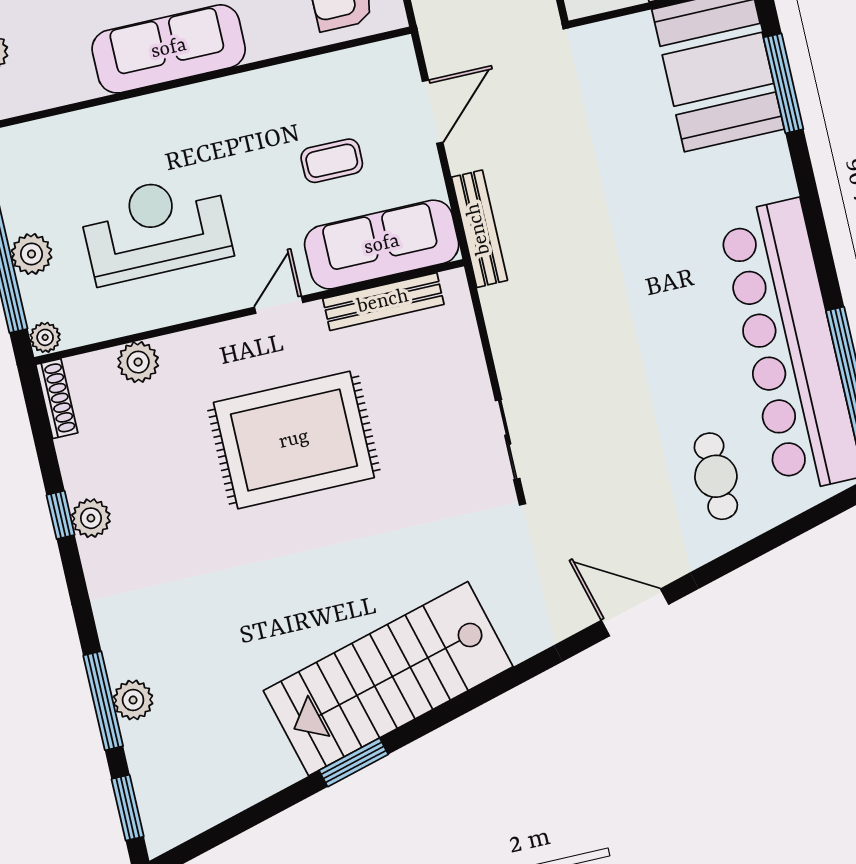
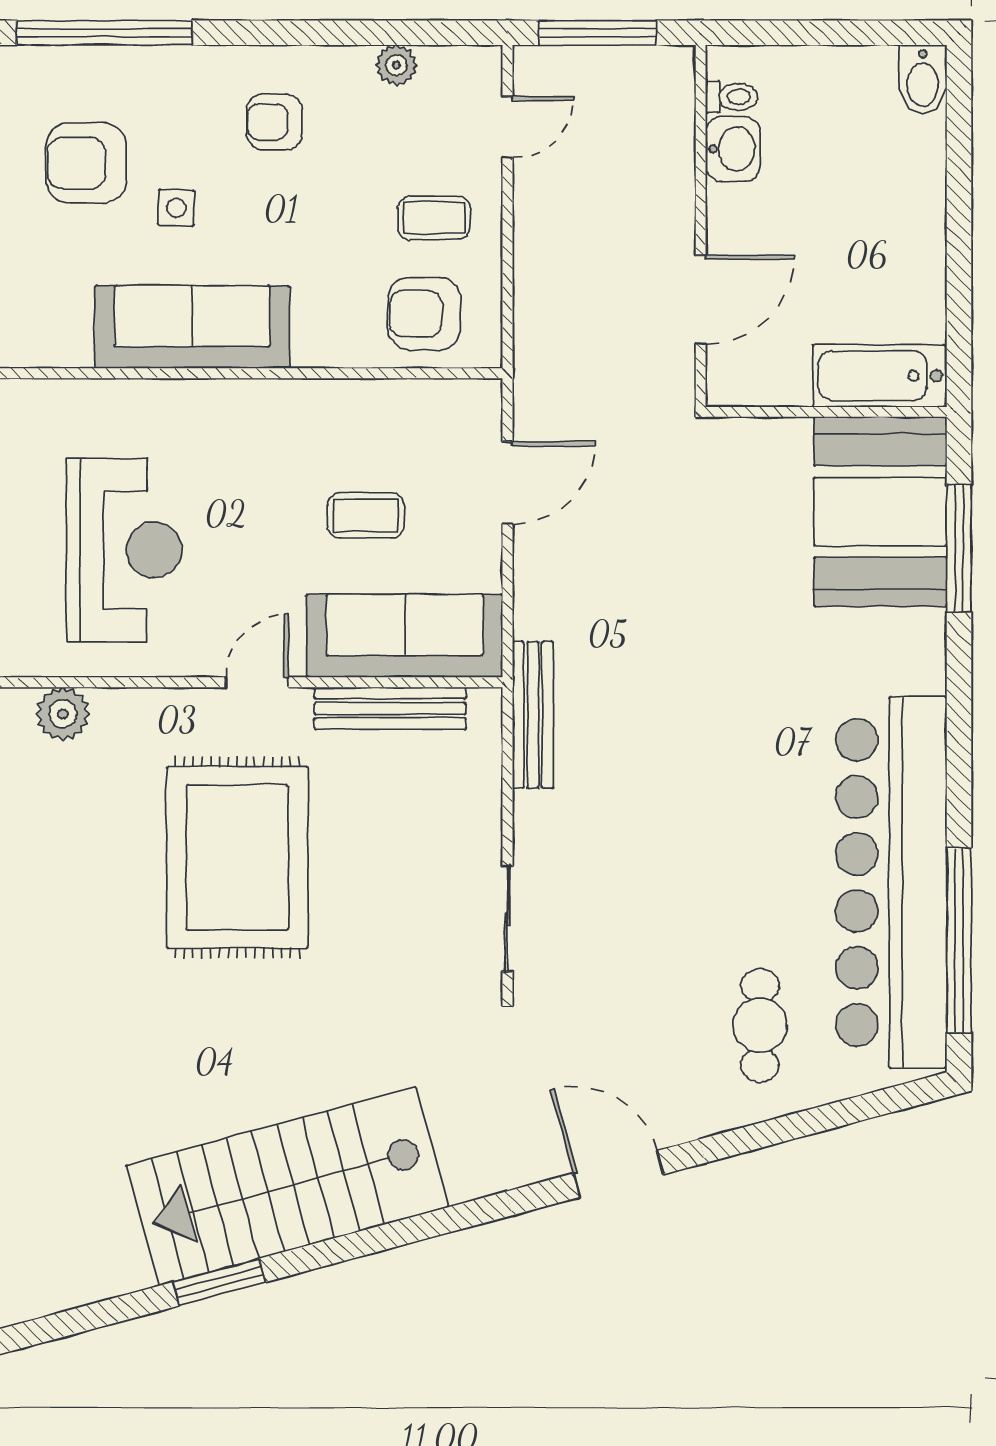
reception desk: (156, 228) -> (124, 550), turned 90
bench: (479, 229) -> (533, 715), moved
rug: (294, 440) -> (237, 857), turned 90

